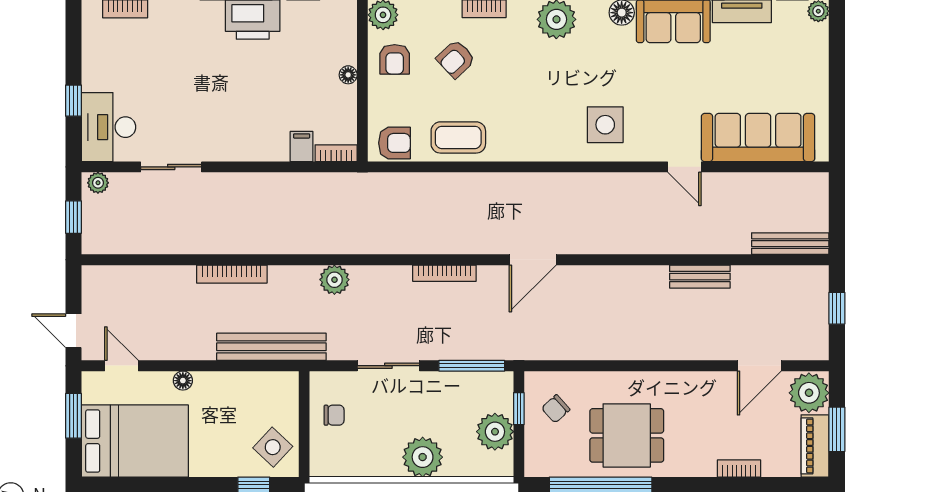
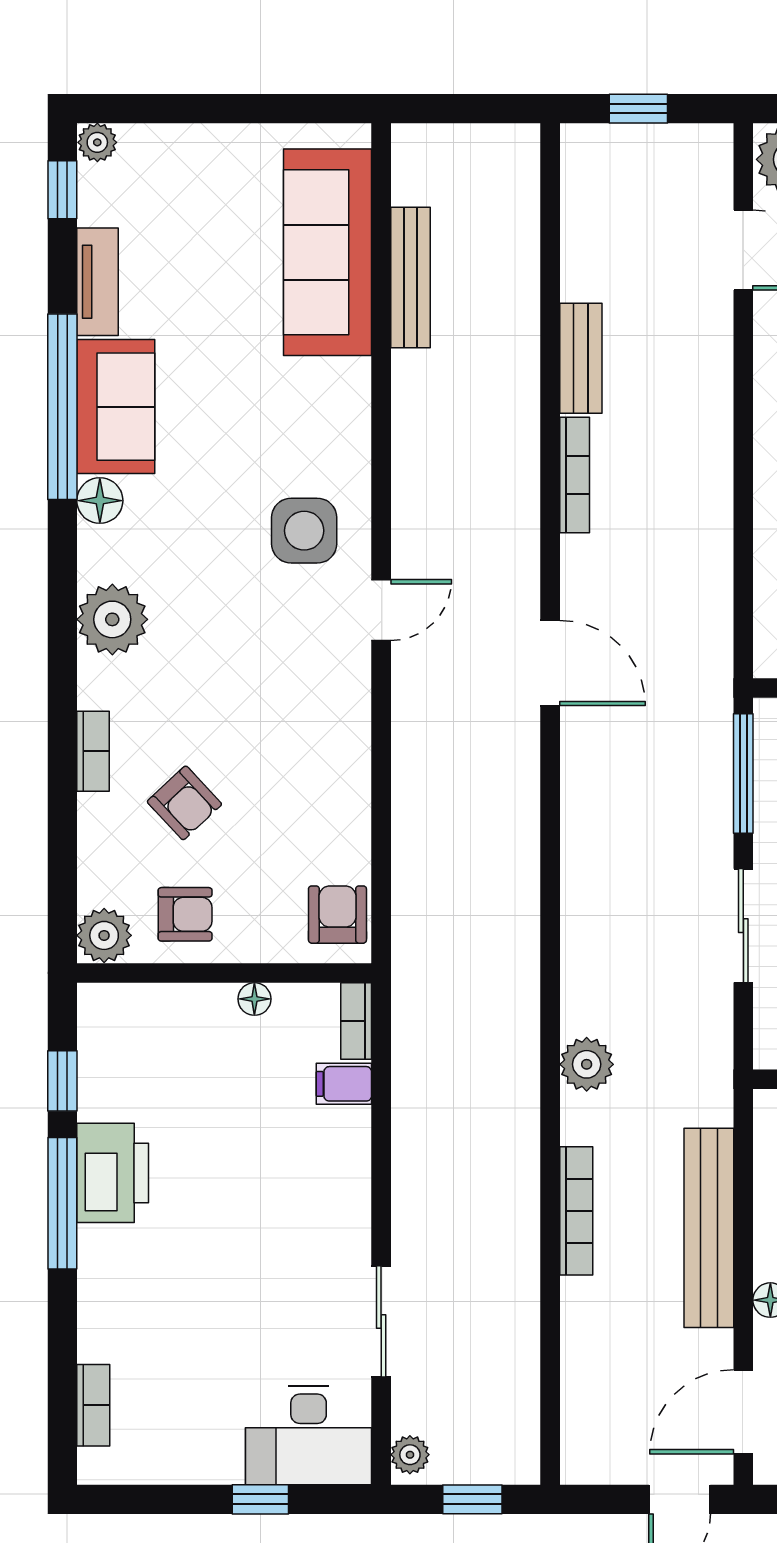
floor lamp: (348, 75) -> (254, 999), moved
coffee table: (458, 137) -> (327, 798), removed
door: (684, 167) -> (381, 610), moved
bench: (790, 244) -> (410, 277), moved
bookcase: (444, 273) -> (575, 475), moved
plant: (334, 280) -> (587, 1064), moved
bench: (271, 347) -> (709, 1228), moved
door: (122, 366) -> (743, 1412), width x1.38

